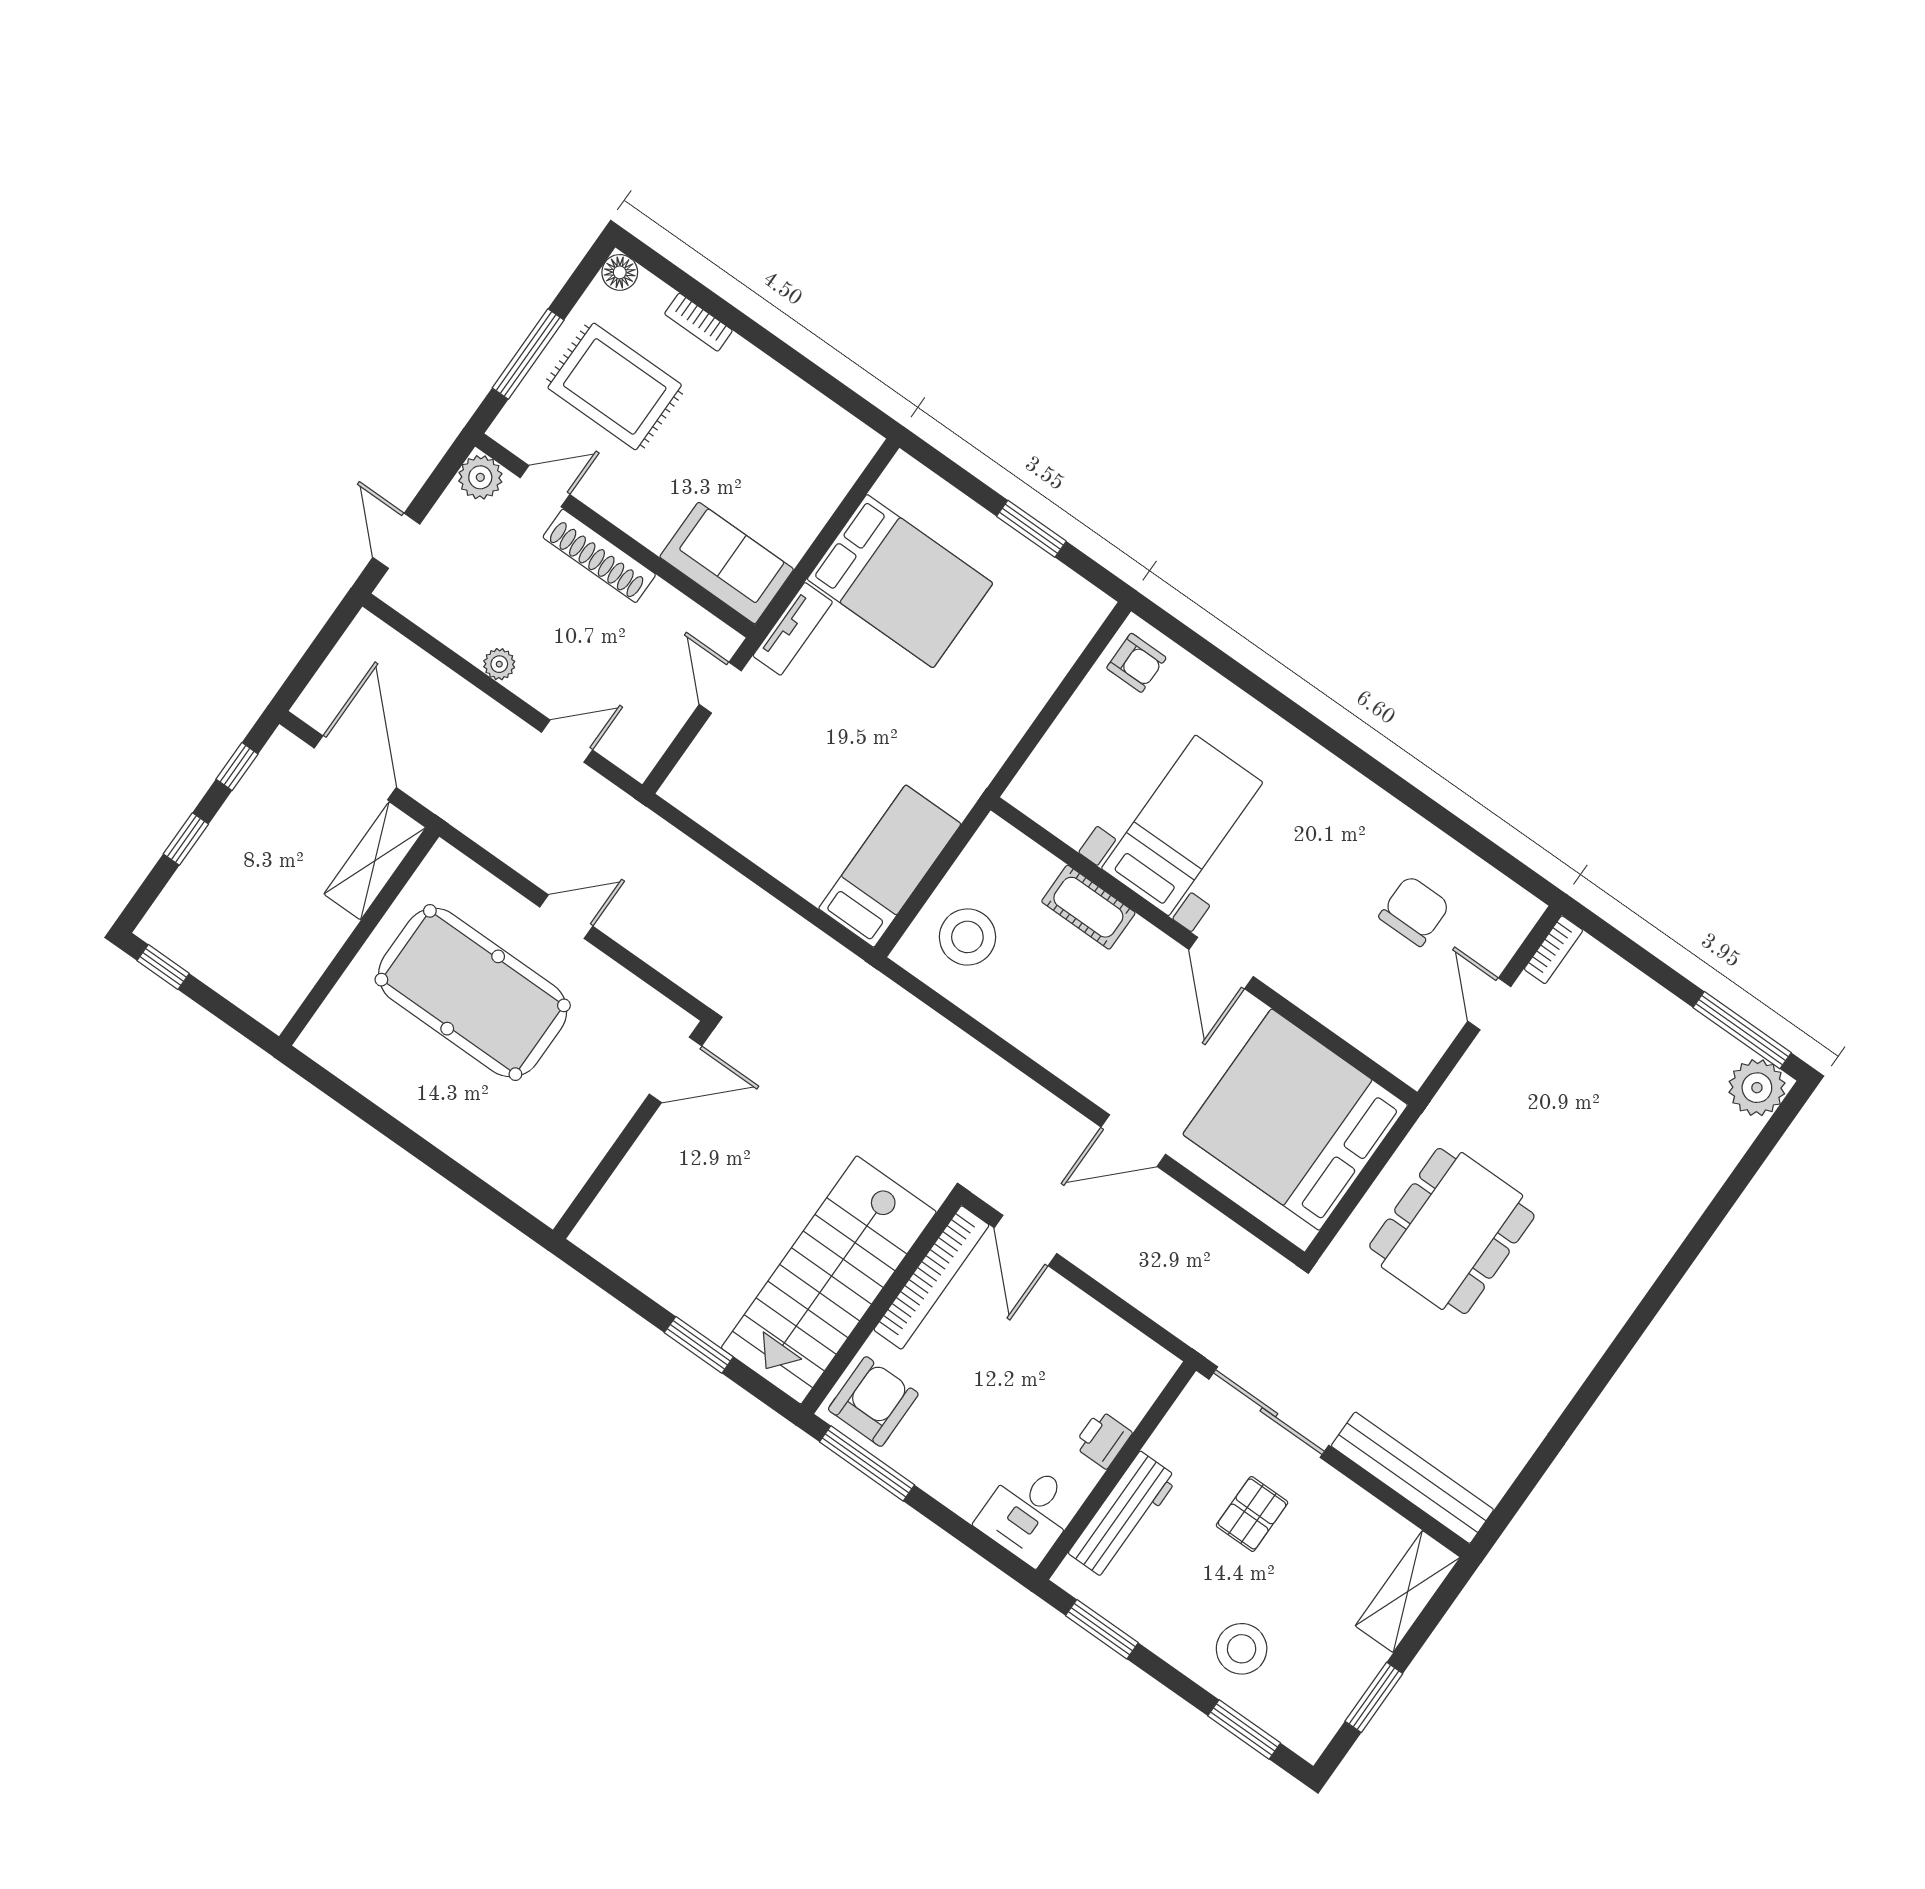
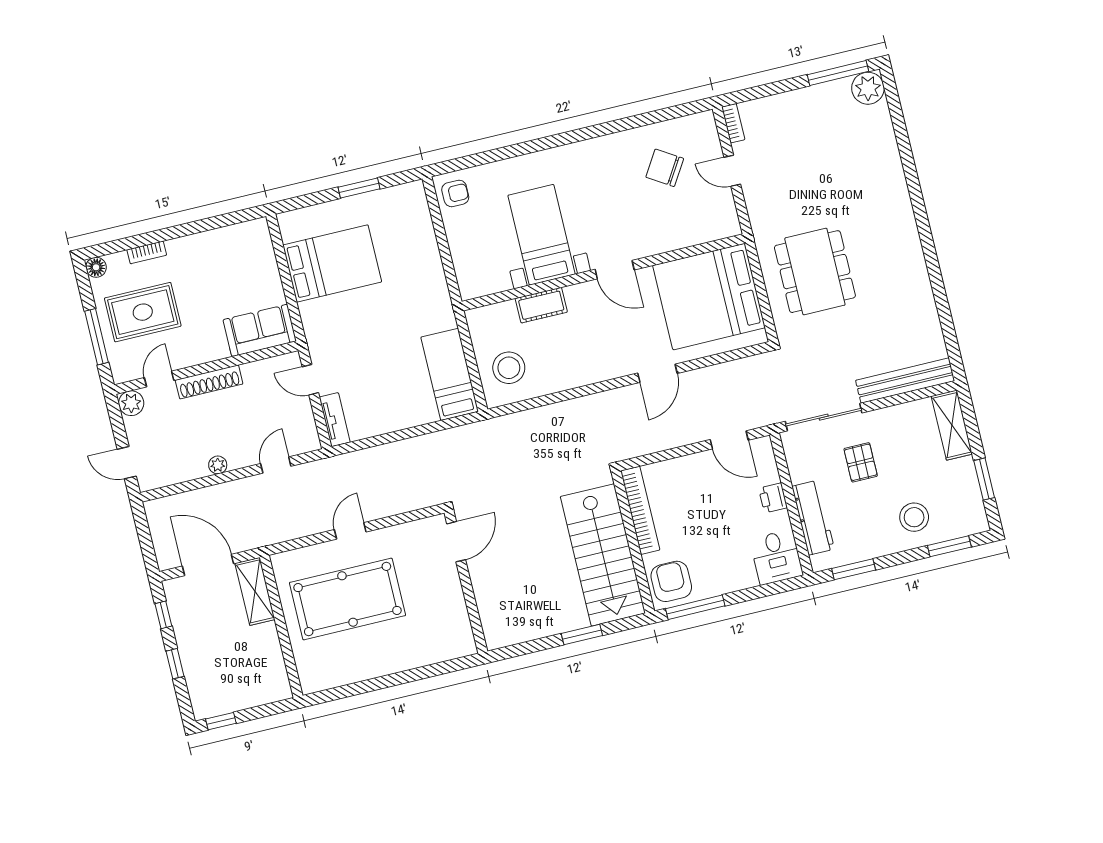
tv unit: (793, 629) -> (335, 420), moved
chair: (1414, 911) -> (665, 168), turned -58
door: (1026, 1241) -> (729, 440), moved

